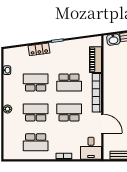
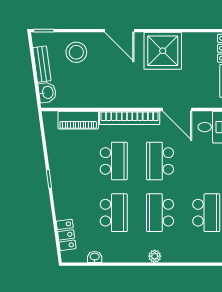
locker: (39, 49) -> (66, 235), moved
school desk: (36, 83) -> (114, 213), turned 180
door: (102, 124) -> (177, 109), swing flipped

